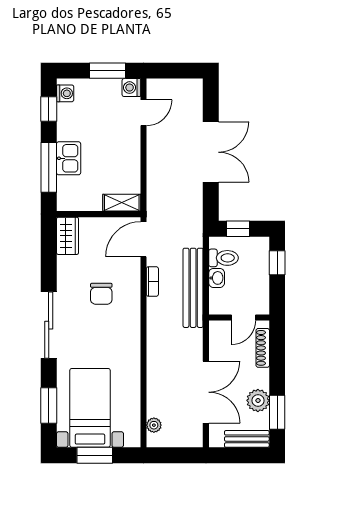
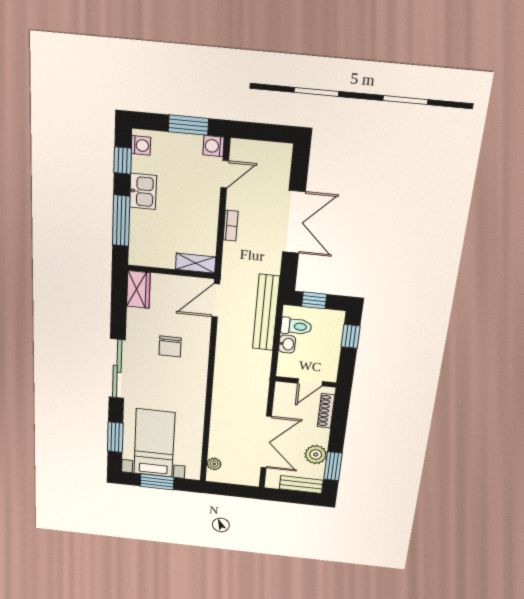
kitchen sink: (69, 158) -> (143, 191), moved
bookcase: (152, 281) -> (231, 226), moved
bench: (193, 288) -> (266, 313), moved

